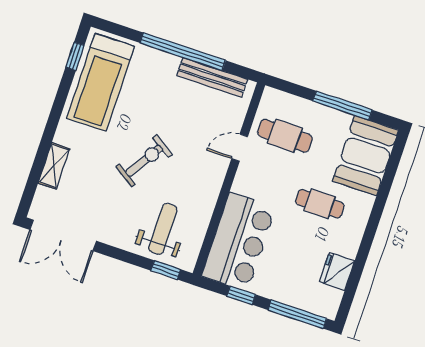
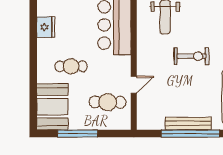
bench: (212, 77) -> (188, 123), moved
exercise bike: (144, 161) -> (192, 56), turned -123

